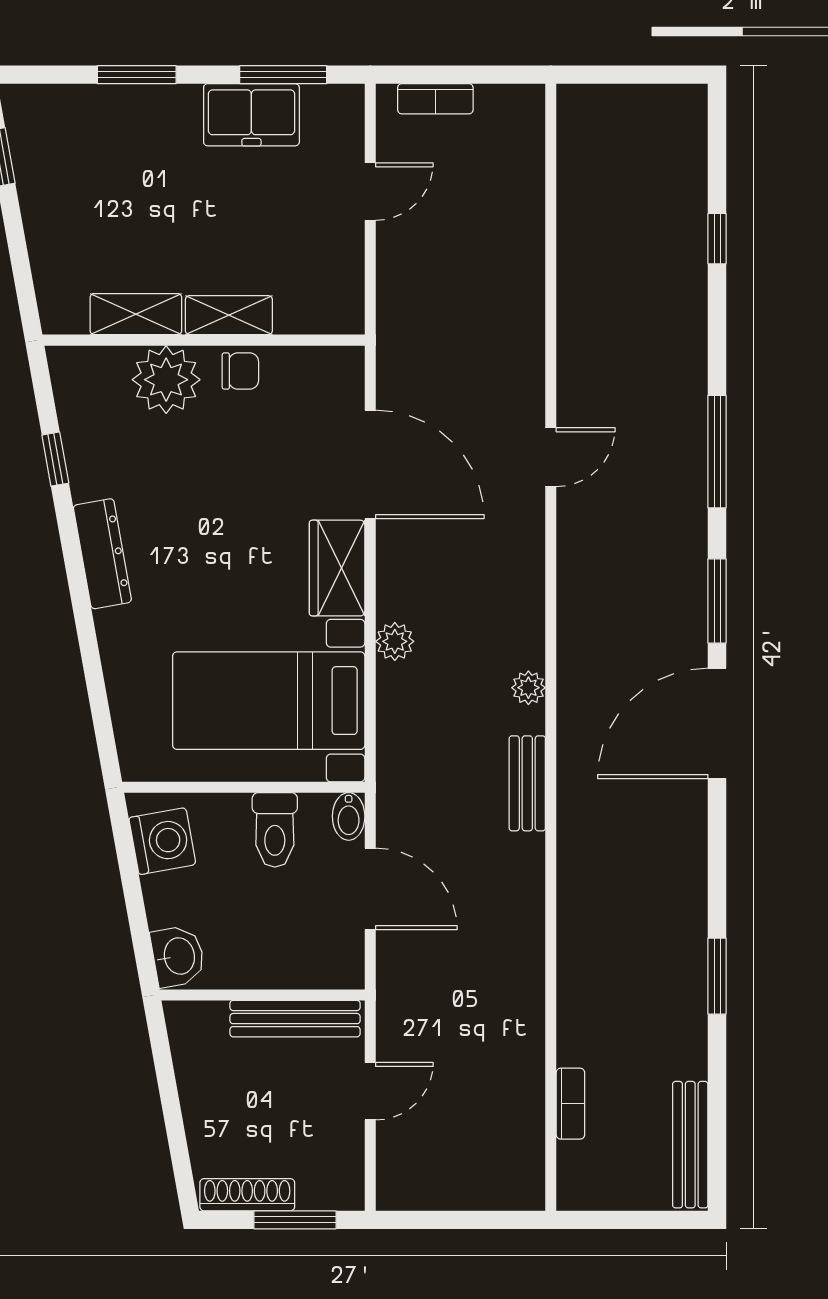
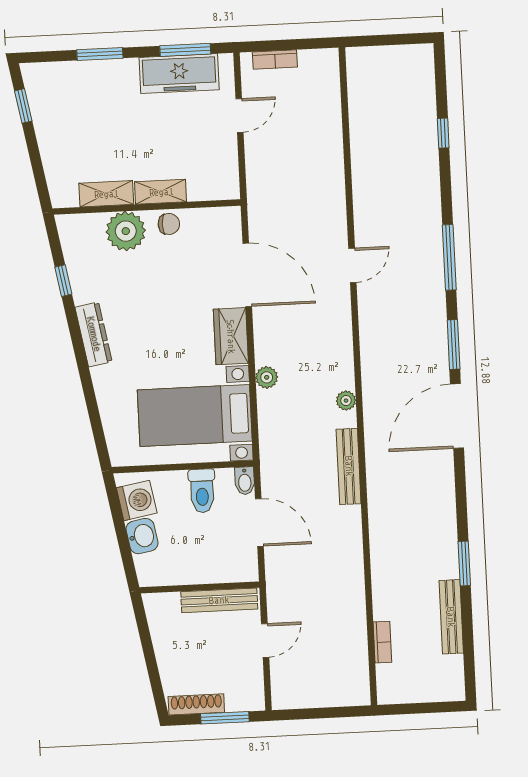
freezer: (251, 115) -> (179, 74), width x1.40
bench: (527, 783) -> (349, 466), width x1.36
washbasin: (178, 956) -> (142, 536), moved
bench: (690, 1145) -> (451, 617), moved

